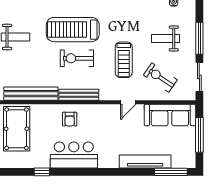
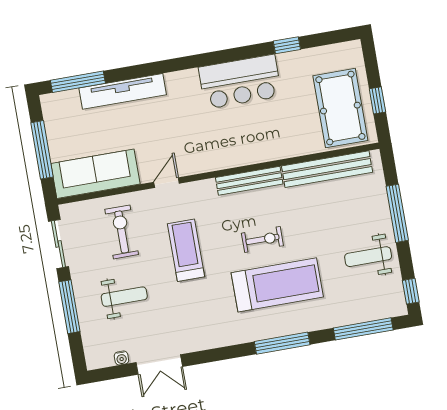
exercise bike: (77, 58) -> (262, 239), width x0.73, depth x0.72
exercise bike: (160, 77) -> (122, 232), turned -124
armchair: (70, 119) -> (257, 139), removed

